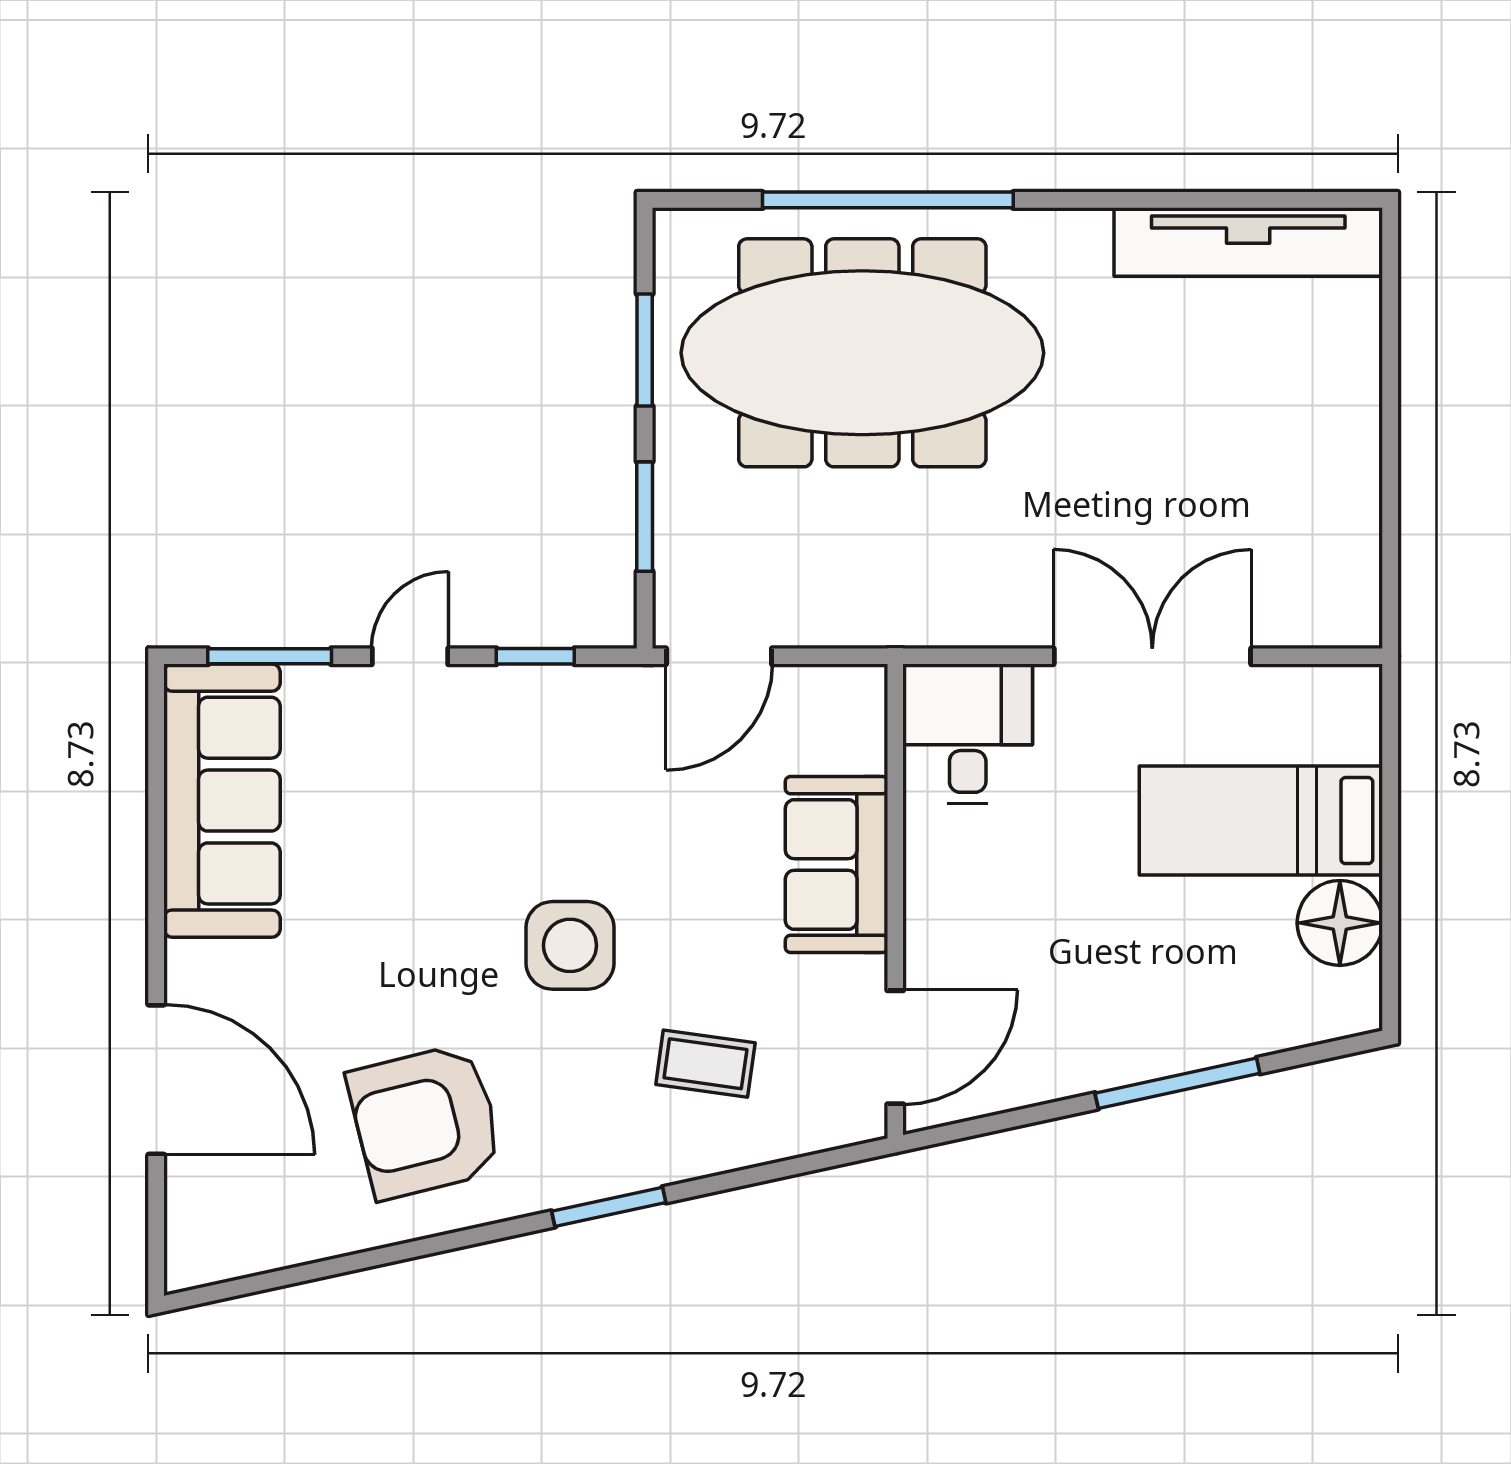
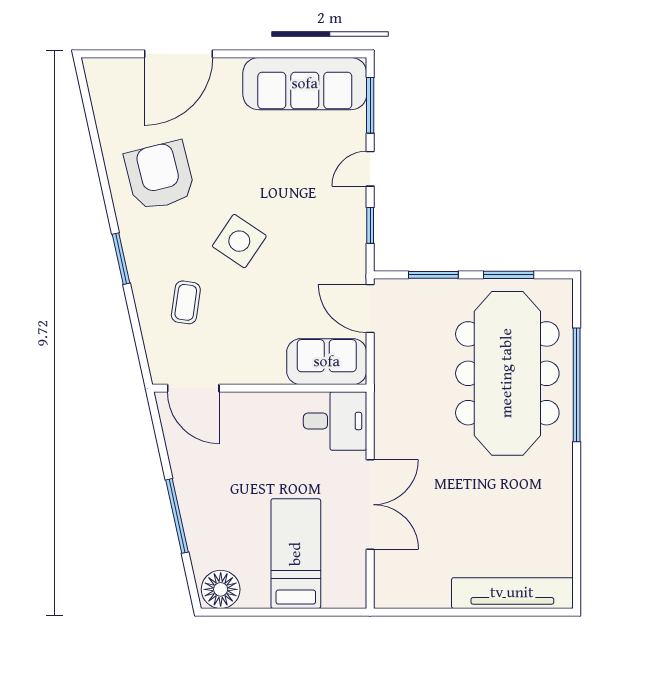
tv unit: (1248, 242) -> (512, 593), moved, turned 90
door: (410, 656) -> (370, 169), swing flipped
sofa: (836, 865) -> (327, 362), moved
floor lamp: (1340, 923) -> (221, 589), moved
side table: (570, 945) -> (239, 241), turned 34

